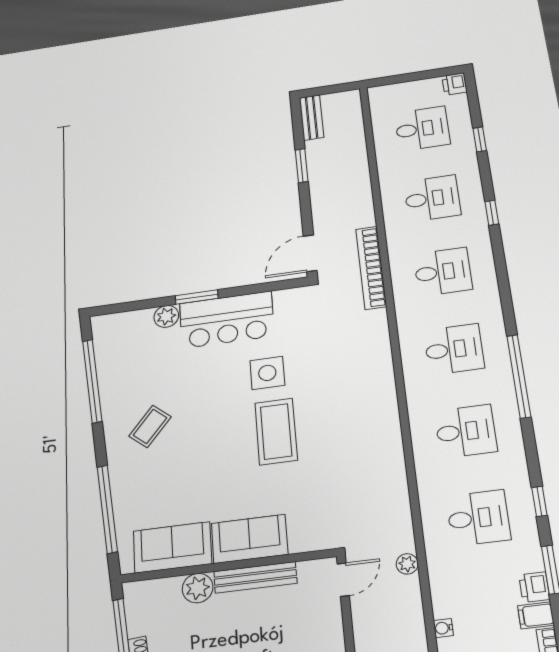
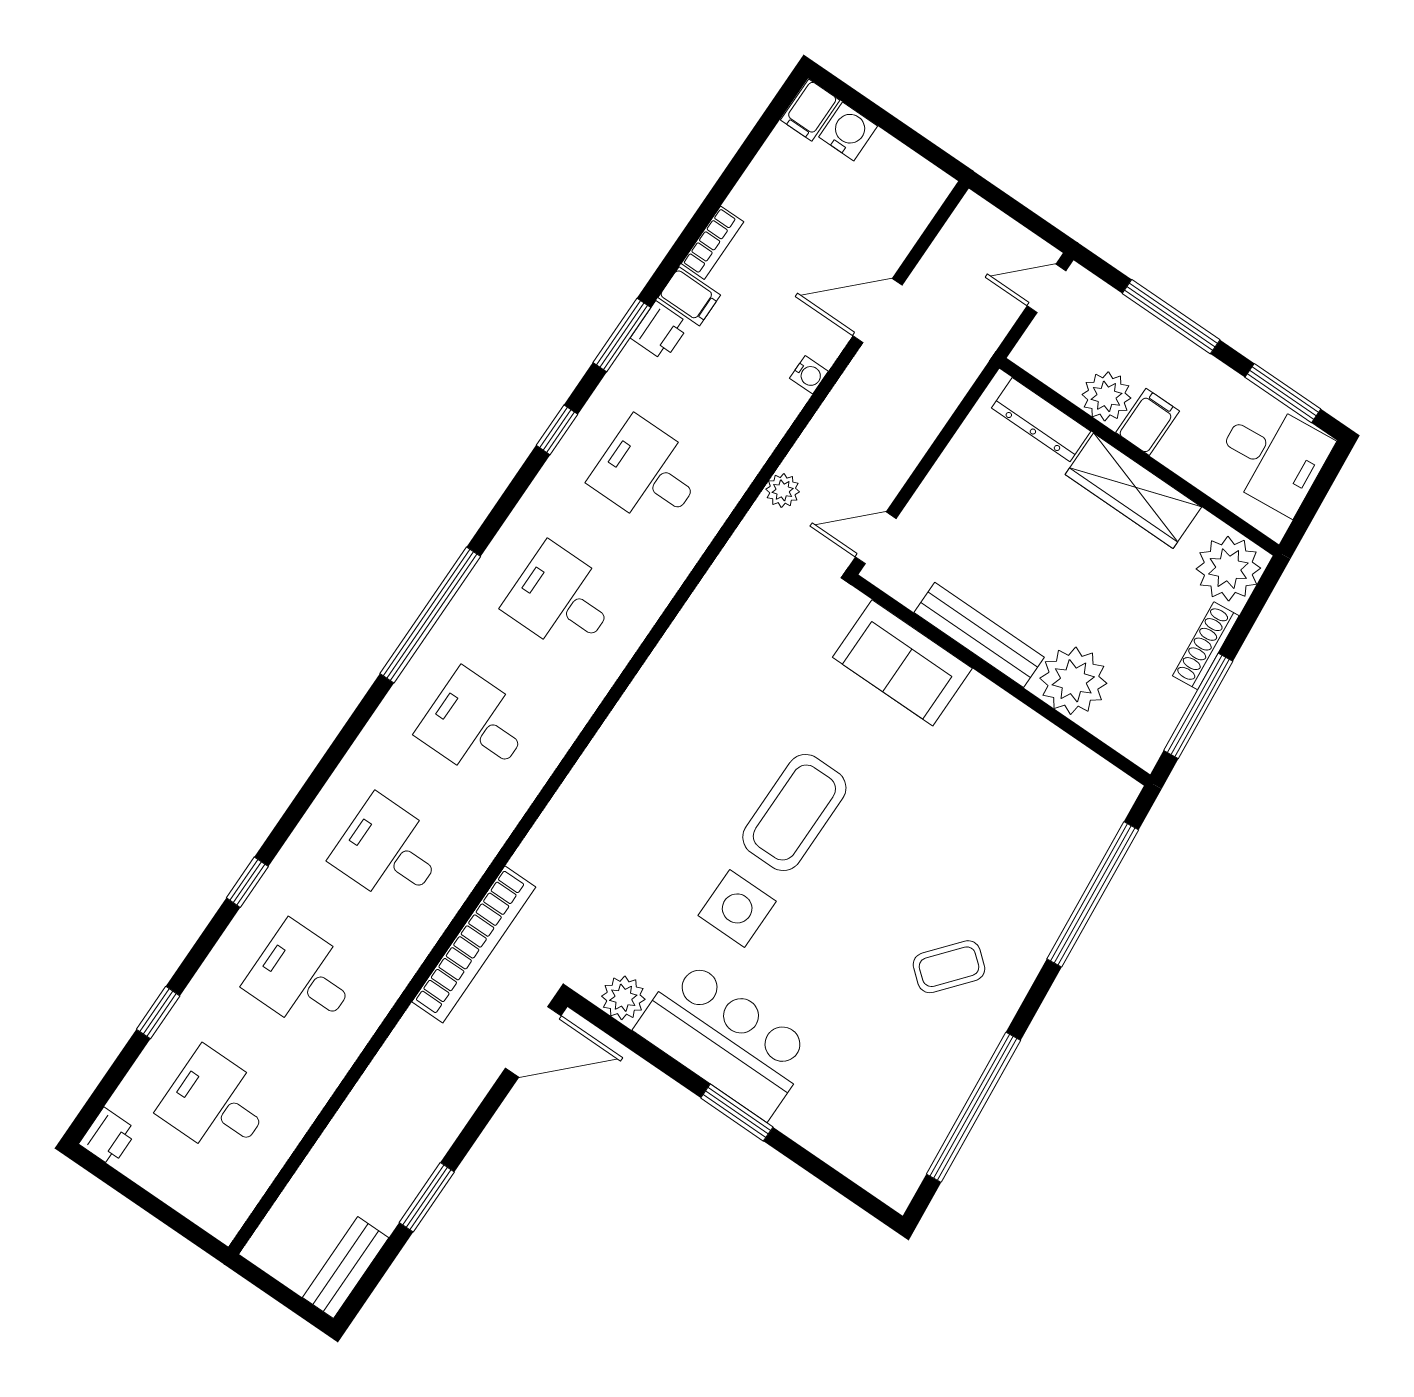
plant: (166, 316) -> (623, 998), moved
sofa: (250, 539) -> (902, 663), moved
sofa: (172, 547) -> (1050, 766), removed
plant: (198, 588) -> (1073, 681), width x1.36, depth x1.36

